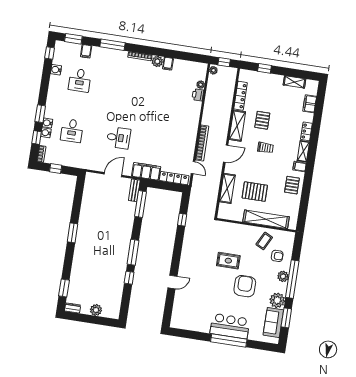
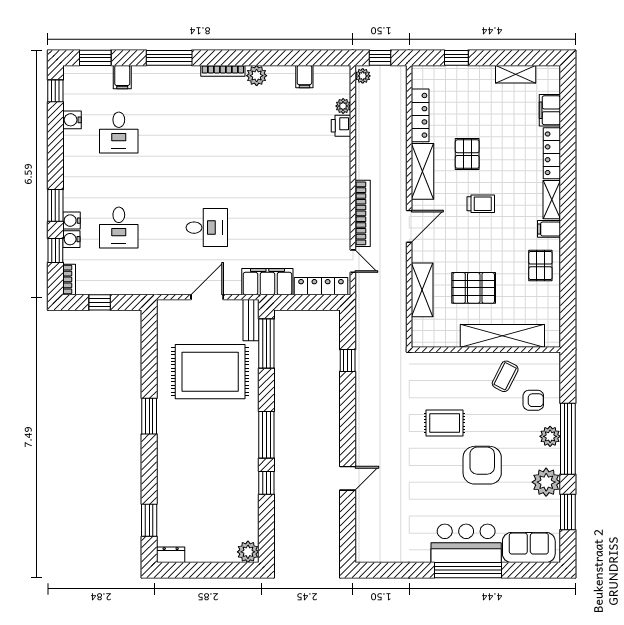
filing cabinet: (168, 64) -> (304, 77), moved
locker: (306, 131) -> (552, 153), width x1.53
rug: (108, 214) -> (210, 372), added
plant: (96, 310) -> (248, 552), moved
sofa: (273, 322) -> (529, 547), moved, turned 90

